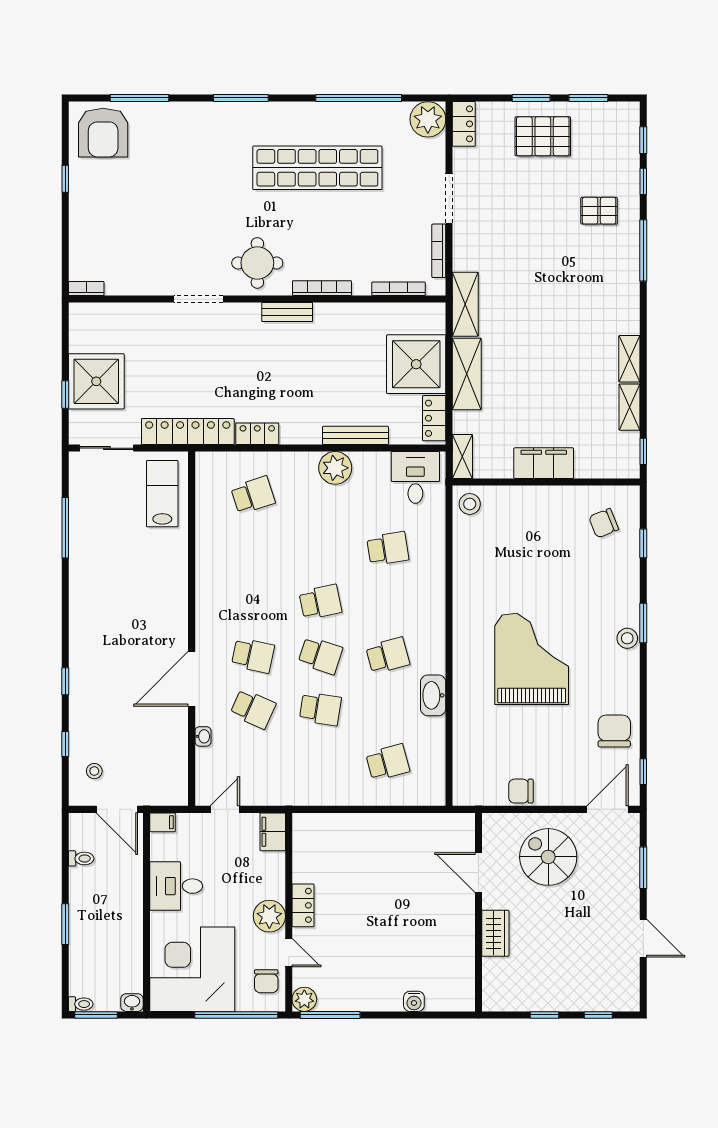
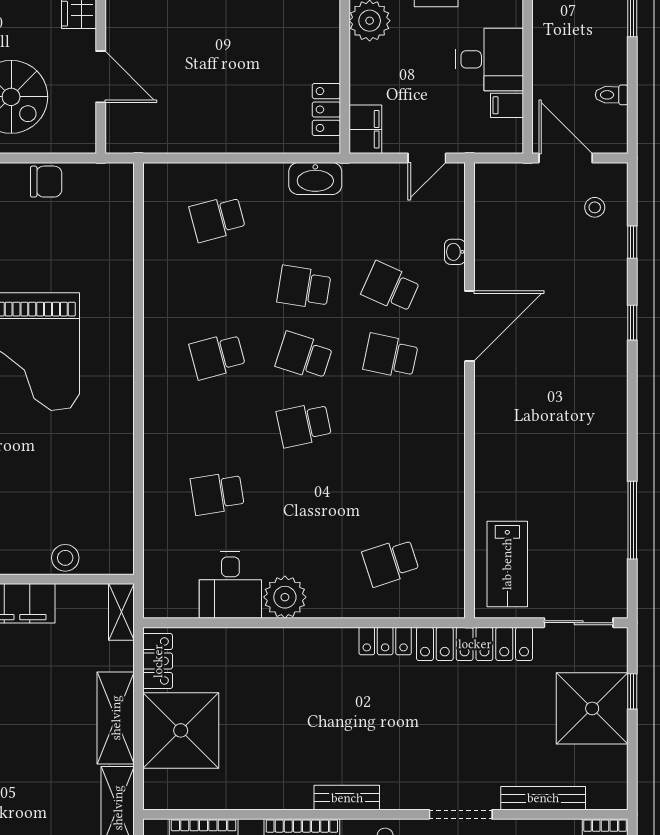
bench: (355, 435) -> (543, 798), moved
desk: (415, 477) -> (230, 585), moved
stool: (470, 504) -> (65, 558), moved
washbasin: (433, 695) -> (315, 179), moved, turned 90
filing cabinet: (163, 822) -> (507, 105), moved
locker: (303, 905) -> (326, 110), moved

